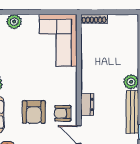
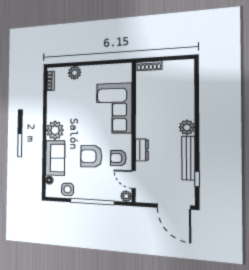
corner sofa: (58, 40) -> (114, 108), moved
armchair: (34, 112) -> (91, 156), turned 90

